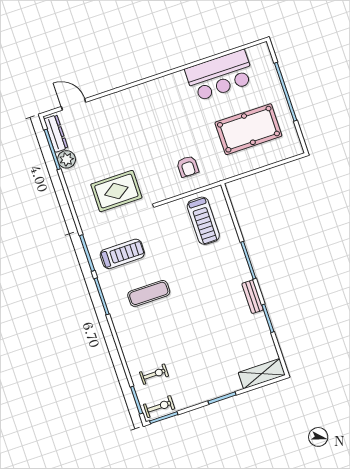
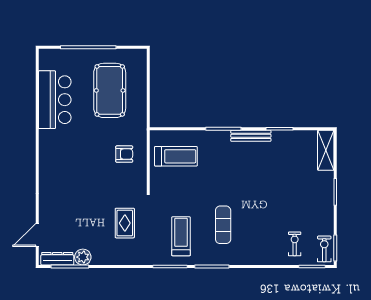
rug: (116, 191) -> (125, 223), width x0.73, depth x0.70
bench: (253, 297) -> (251, 136), width x1.36

